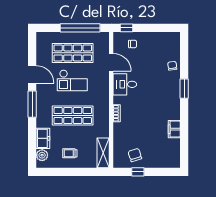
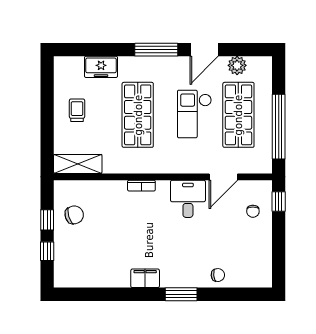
filing cabinet: (174, 129) -> (145, 278), moved
plant: (42, 155) -> (237, 65), moved
window: (157, 172) -> (47, 251), added

